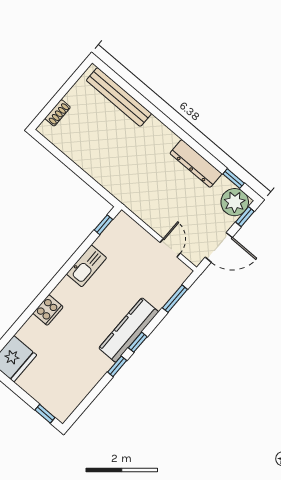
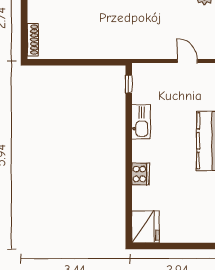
shoe rack: (58, 113) -> (33, 40), width x1.43
window: (45, 414) -> (198, 246), removed

